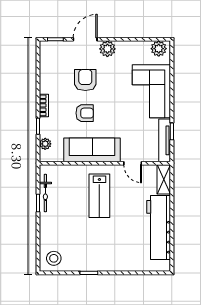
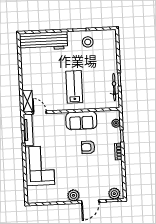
plant: (159, 49) -> (114, 194), moved
armchair: (85, 80) -> (89, 172), removed
sofa: (92, 150) -> (81, 120), width x0.73
door: (133, 163) -> (40, 113), moved
workbench: (159, 227) -> (44, 41), moved, turned 90
stool: (54, 258) -> (88, 42), moved

